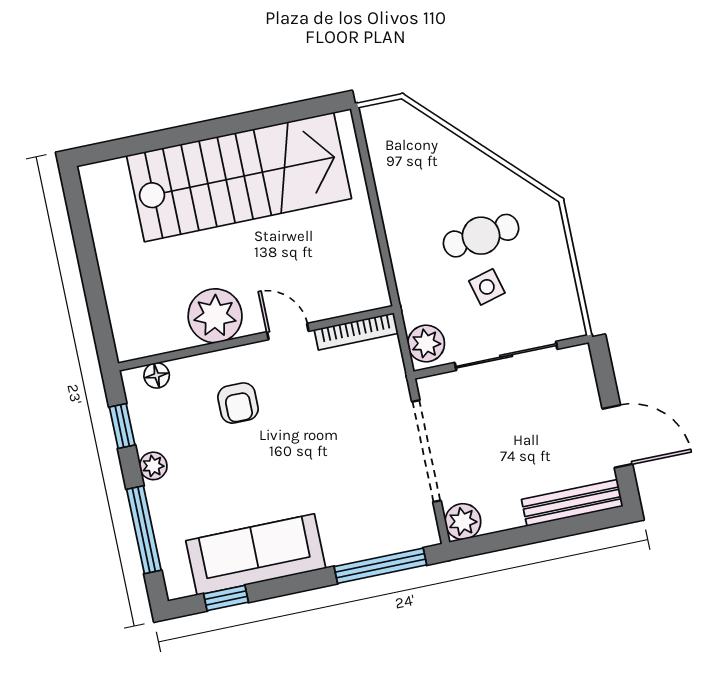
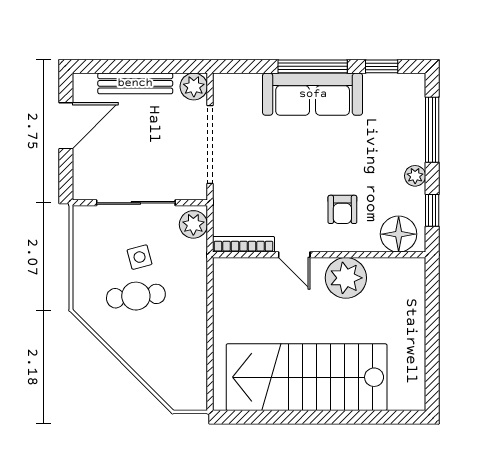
floor lamp: (157, 375) -> (399, 234), width x1.89, depth x1.89
armchair: (238, 403) -> (342, 209), turned 180
door: (617, 436) -> (66, 126), swing flipped
bench: (572, 503) -> (135, 83), moved
sofa: (256, 554) -> (313, 94), moved
window: (380, 566) -> (313, 66), moved

